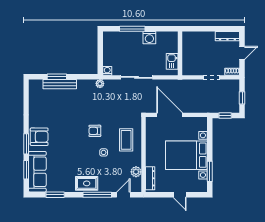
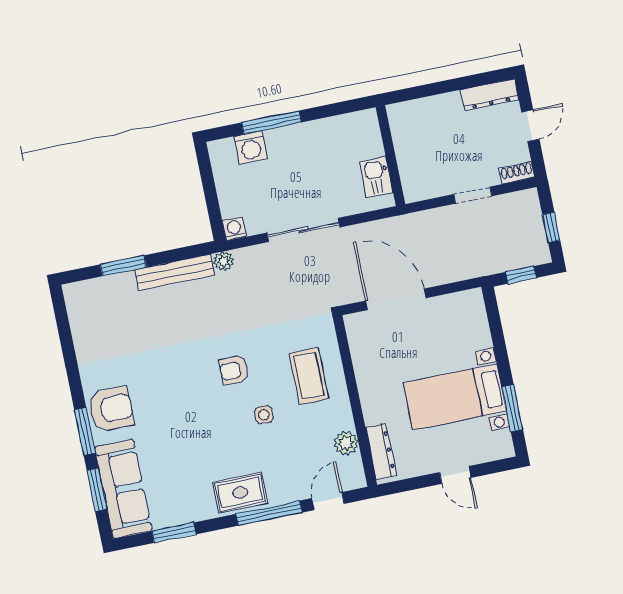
washing machine: (149, 38) -> (251, 147), moved
bench: (60, 84) -> (175, 272), moved
bed with nightstands: (186, 155) -> (455, 397), width x0.73

